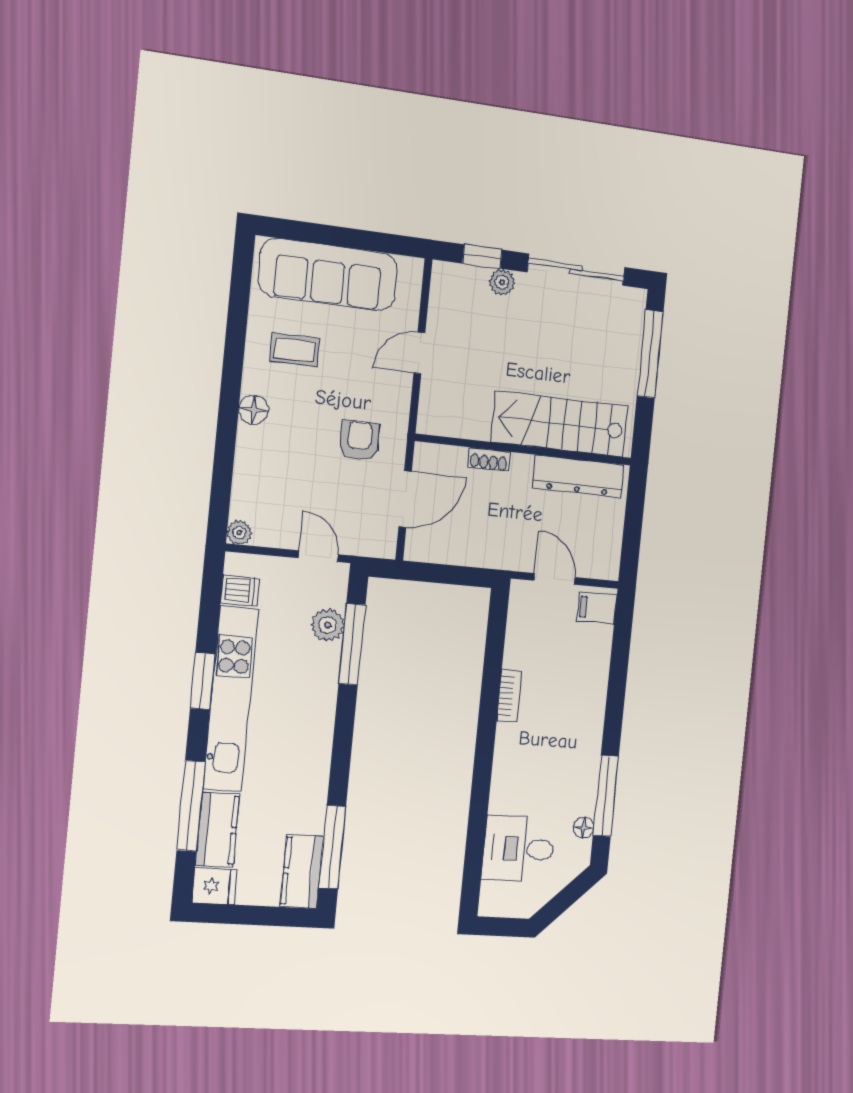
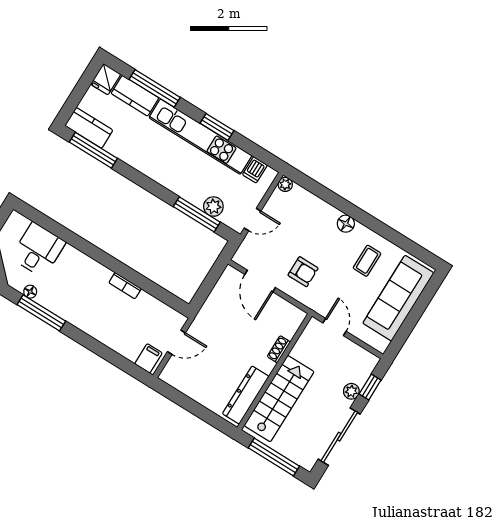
stairs: (560, 424) -> (279, 399), moved
wall: (524, 450) -> (275, 372), moved
shoe rack: (489, 460) -> (279, 349), moved
dresser: (578, 476) -> (246, 395), moved

